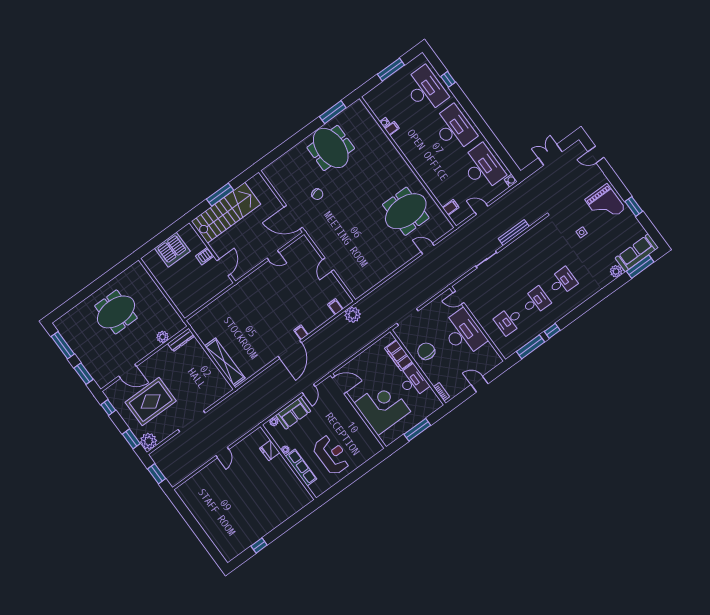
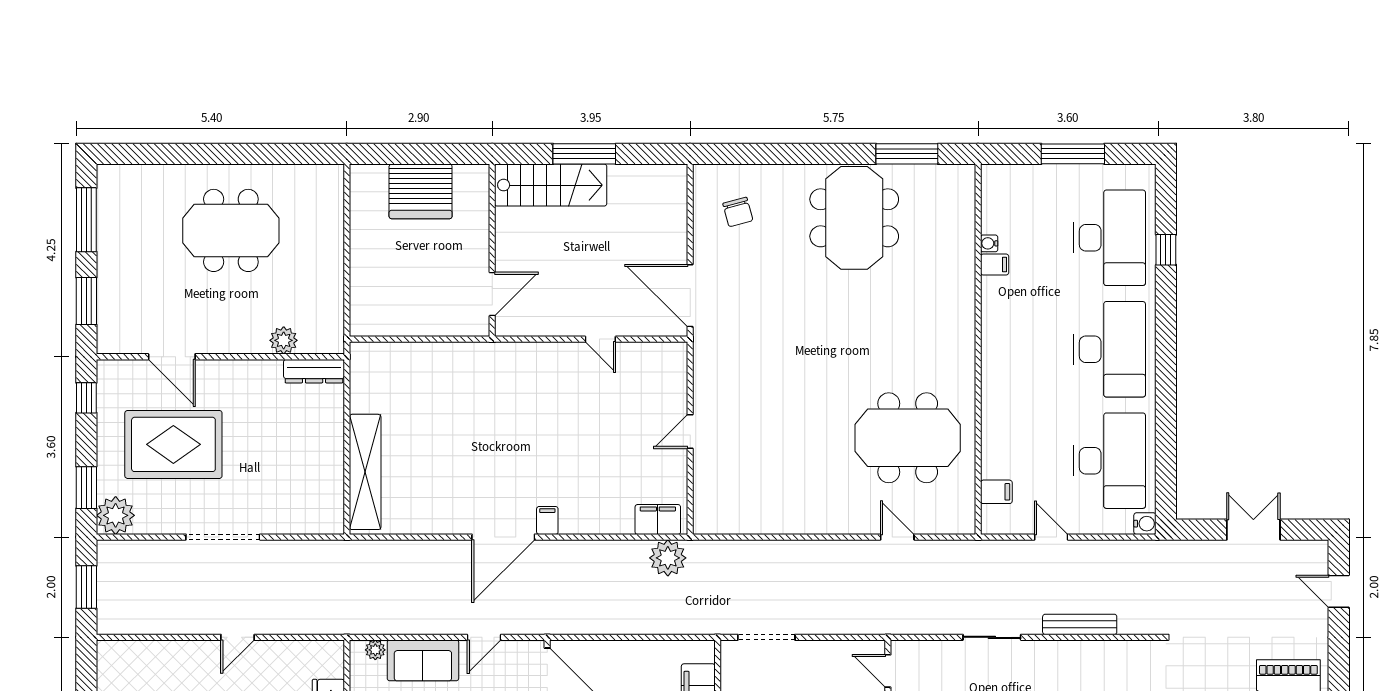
chair: (317, 194) -> (738, 212), moved
stairs: (226, 213) -> (551, 185), width x0.73, depth x0.66
server rack: (205, 256) -> (472, 247), removed
filing cabinet: (335, 307) -> (658, 519), width x2.00

